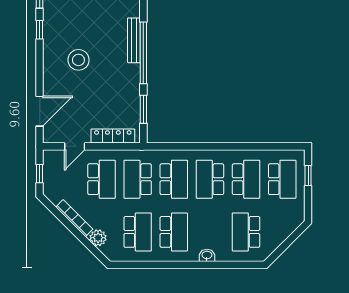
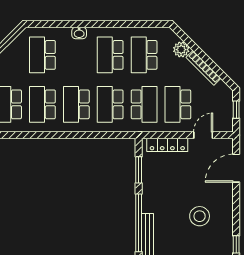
school desk: (210, 179) -> (76, 104), turned 180
school desk: (246, 232) -> (42, 55), turned 180

